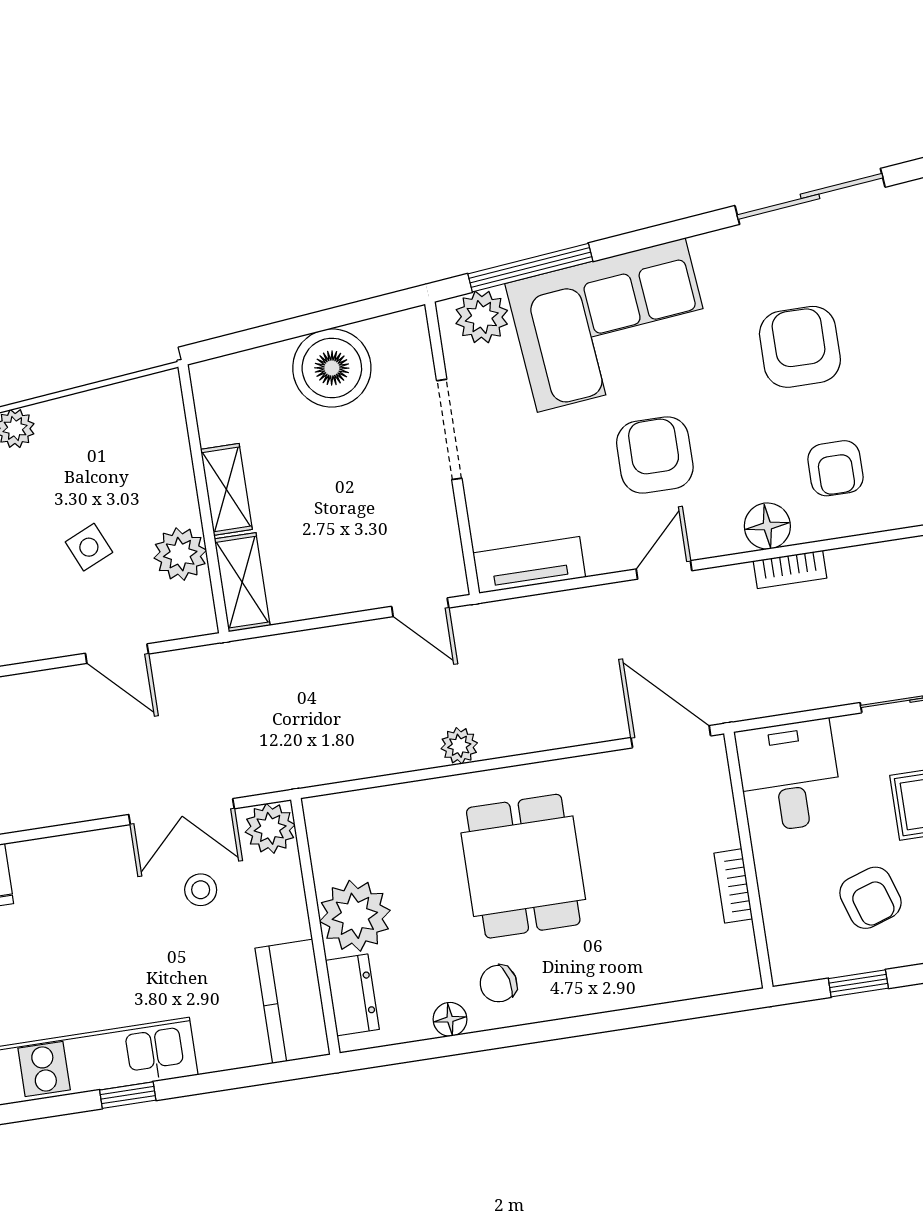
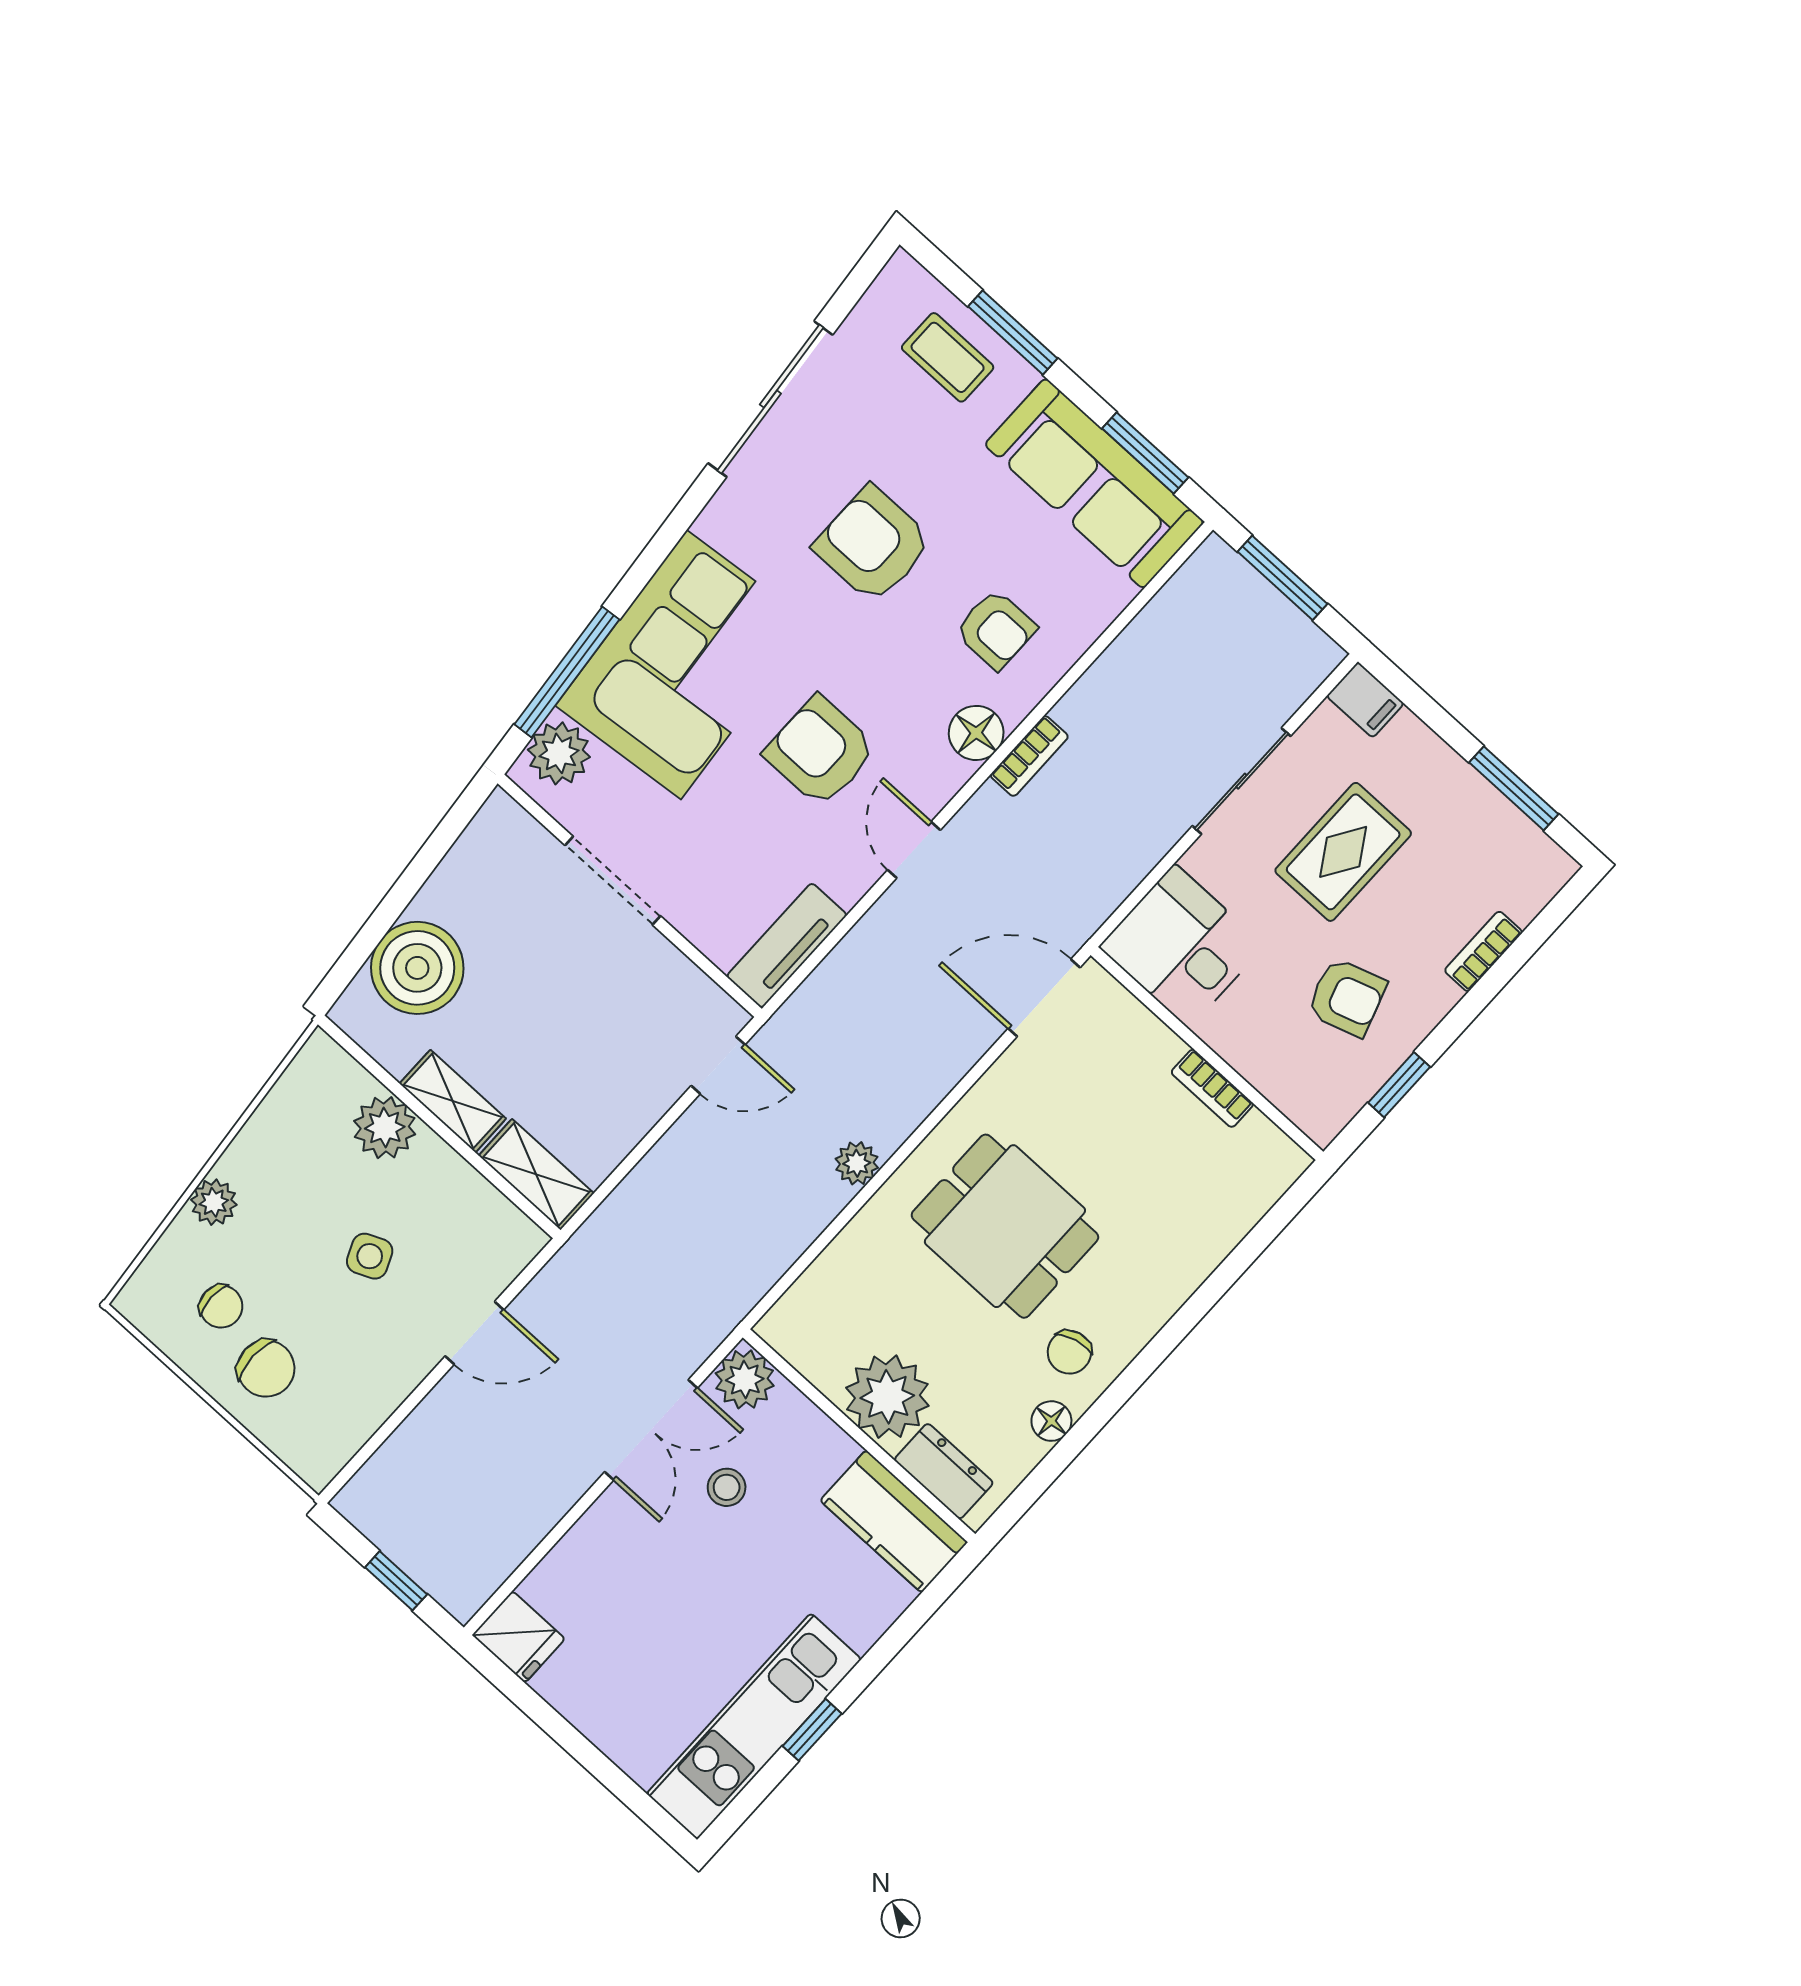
boiler: (332, 368) -> (417, 968), moved
plant: (180, 554) -> (385, 1128), moved

